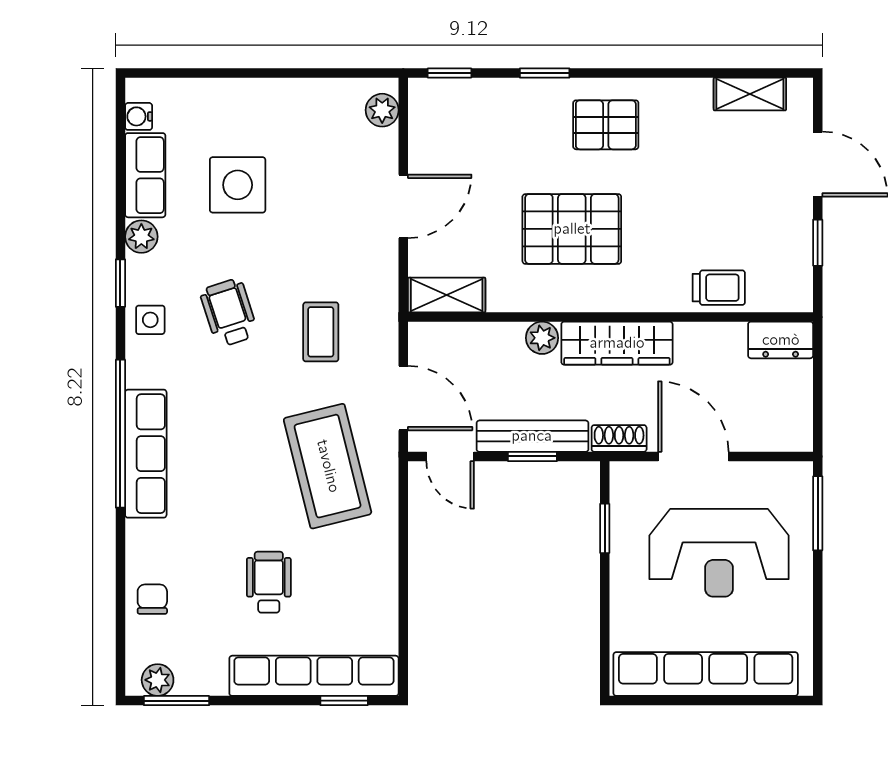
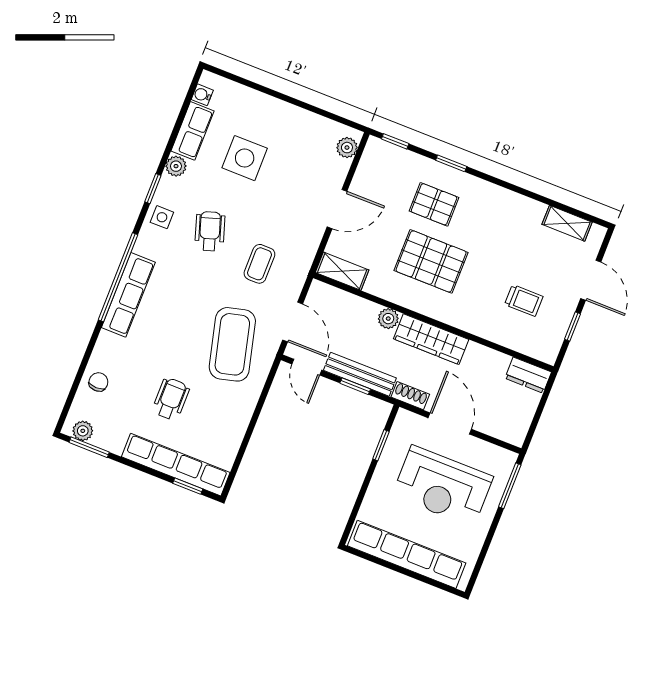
pallet: (606, 125) -> (434, 204), moved
trolley: (719, 288) -> (524, 300), moved

